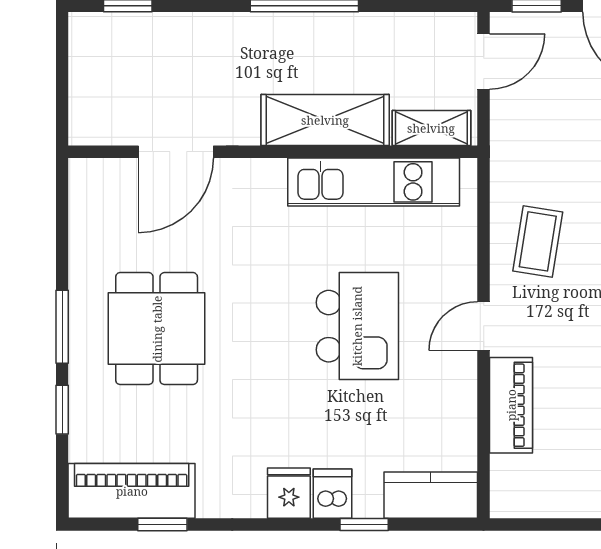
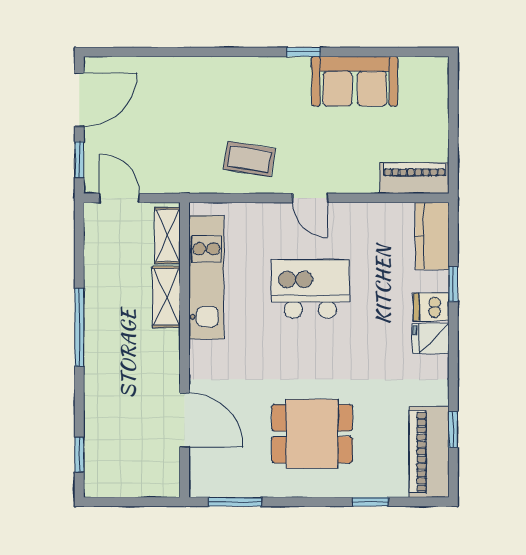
shelving: (325, 120) -> (166, 297), width x0.67, depth x0.75
window: (62, 327) -> (235, 502), moved
piano: (511, 405) -> (414, 178), moved

